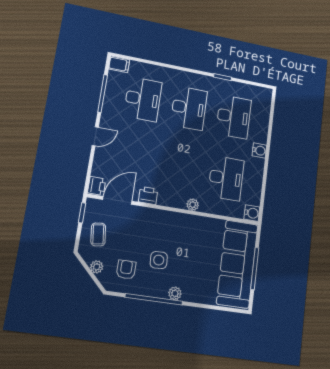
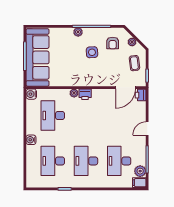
plant: (115, 80) -> (140, 171), added
printer: (148, 196) -> (85, 94), moved

